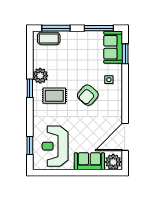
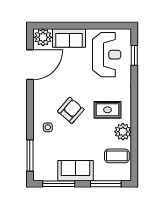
coffee table: (49, 38) -> (117, 156), moved
sofa: (113, 47) -> (75, 171), moved, turned -90
window: (125, 54) -> (30, 156), width x1.44
window: (30, 88) -> (134, 118), removed

